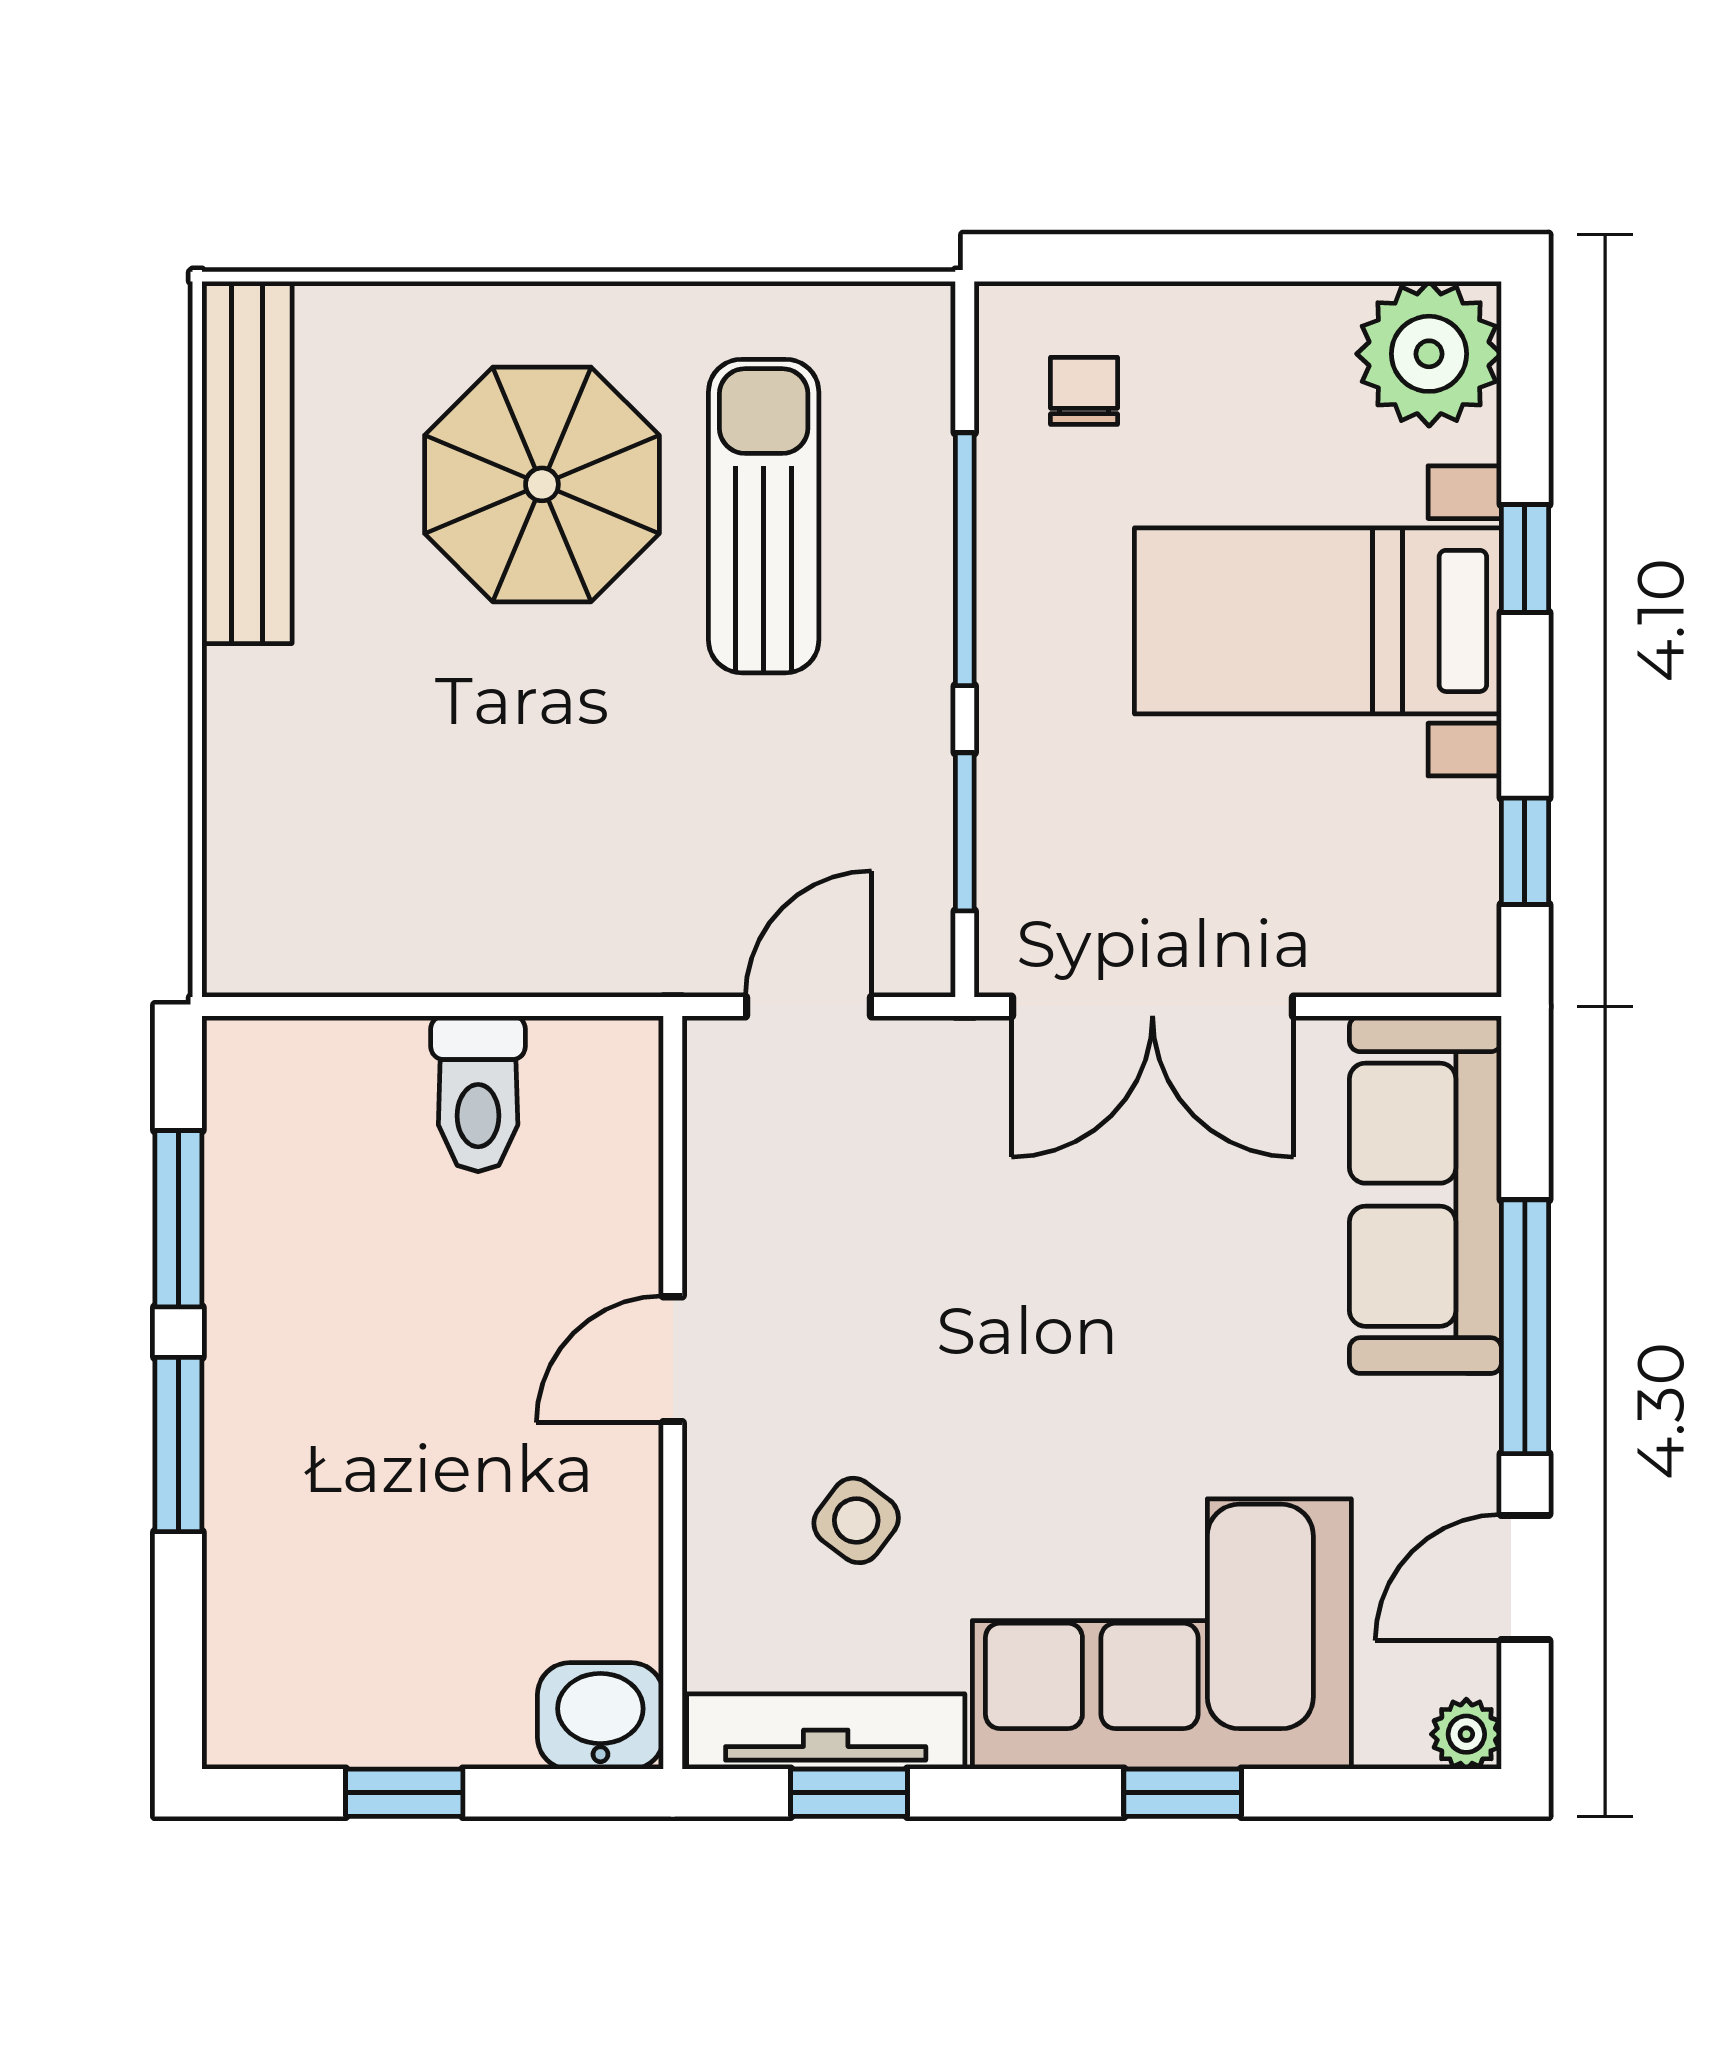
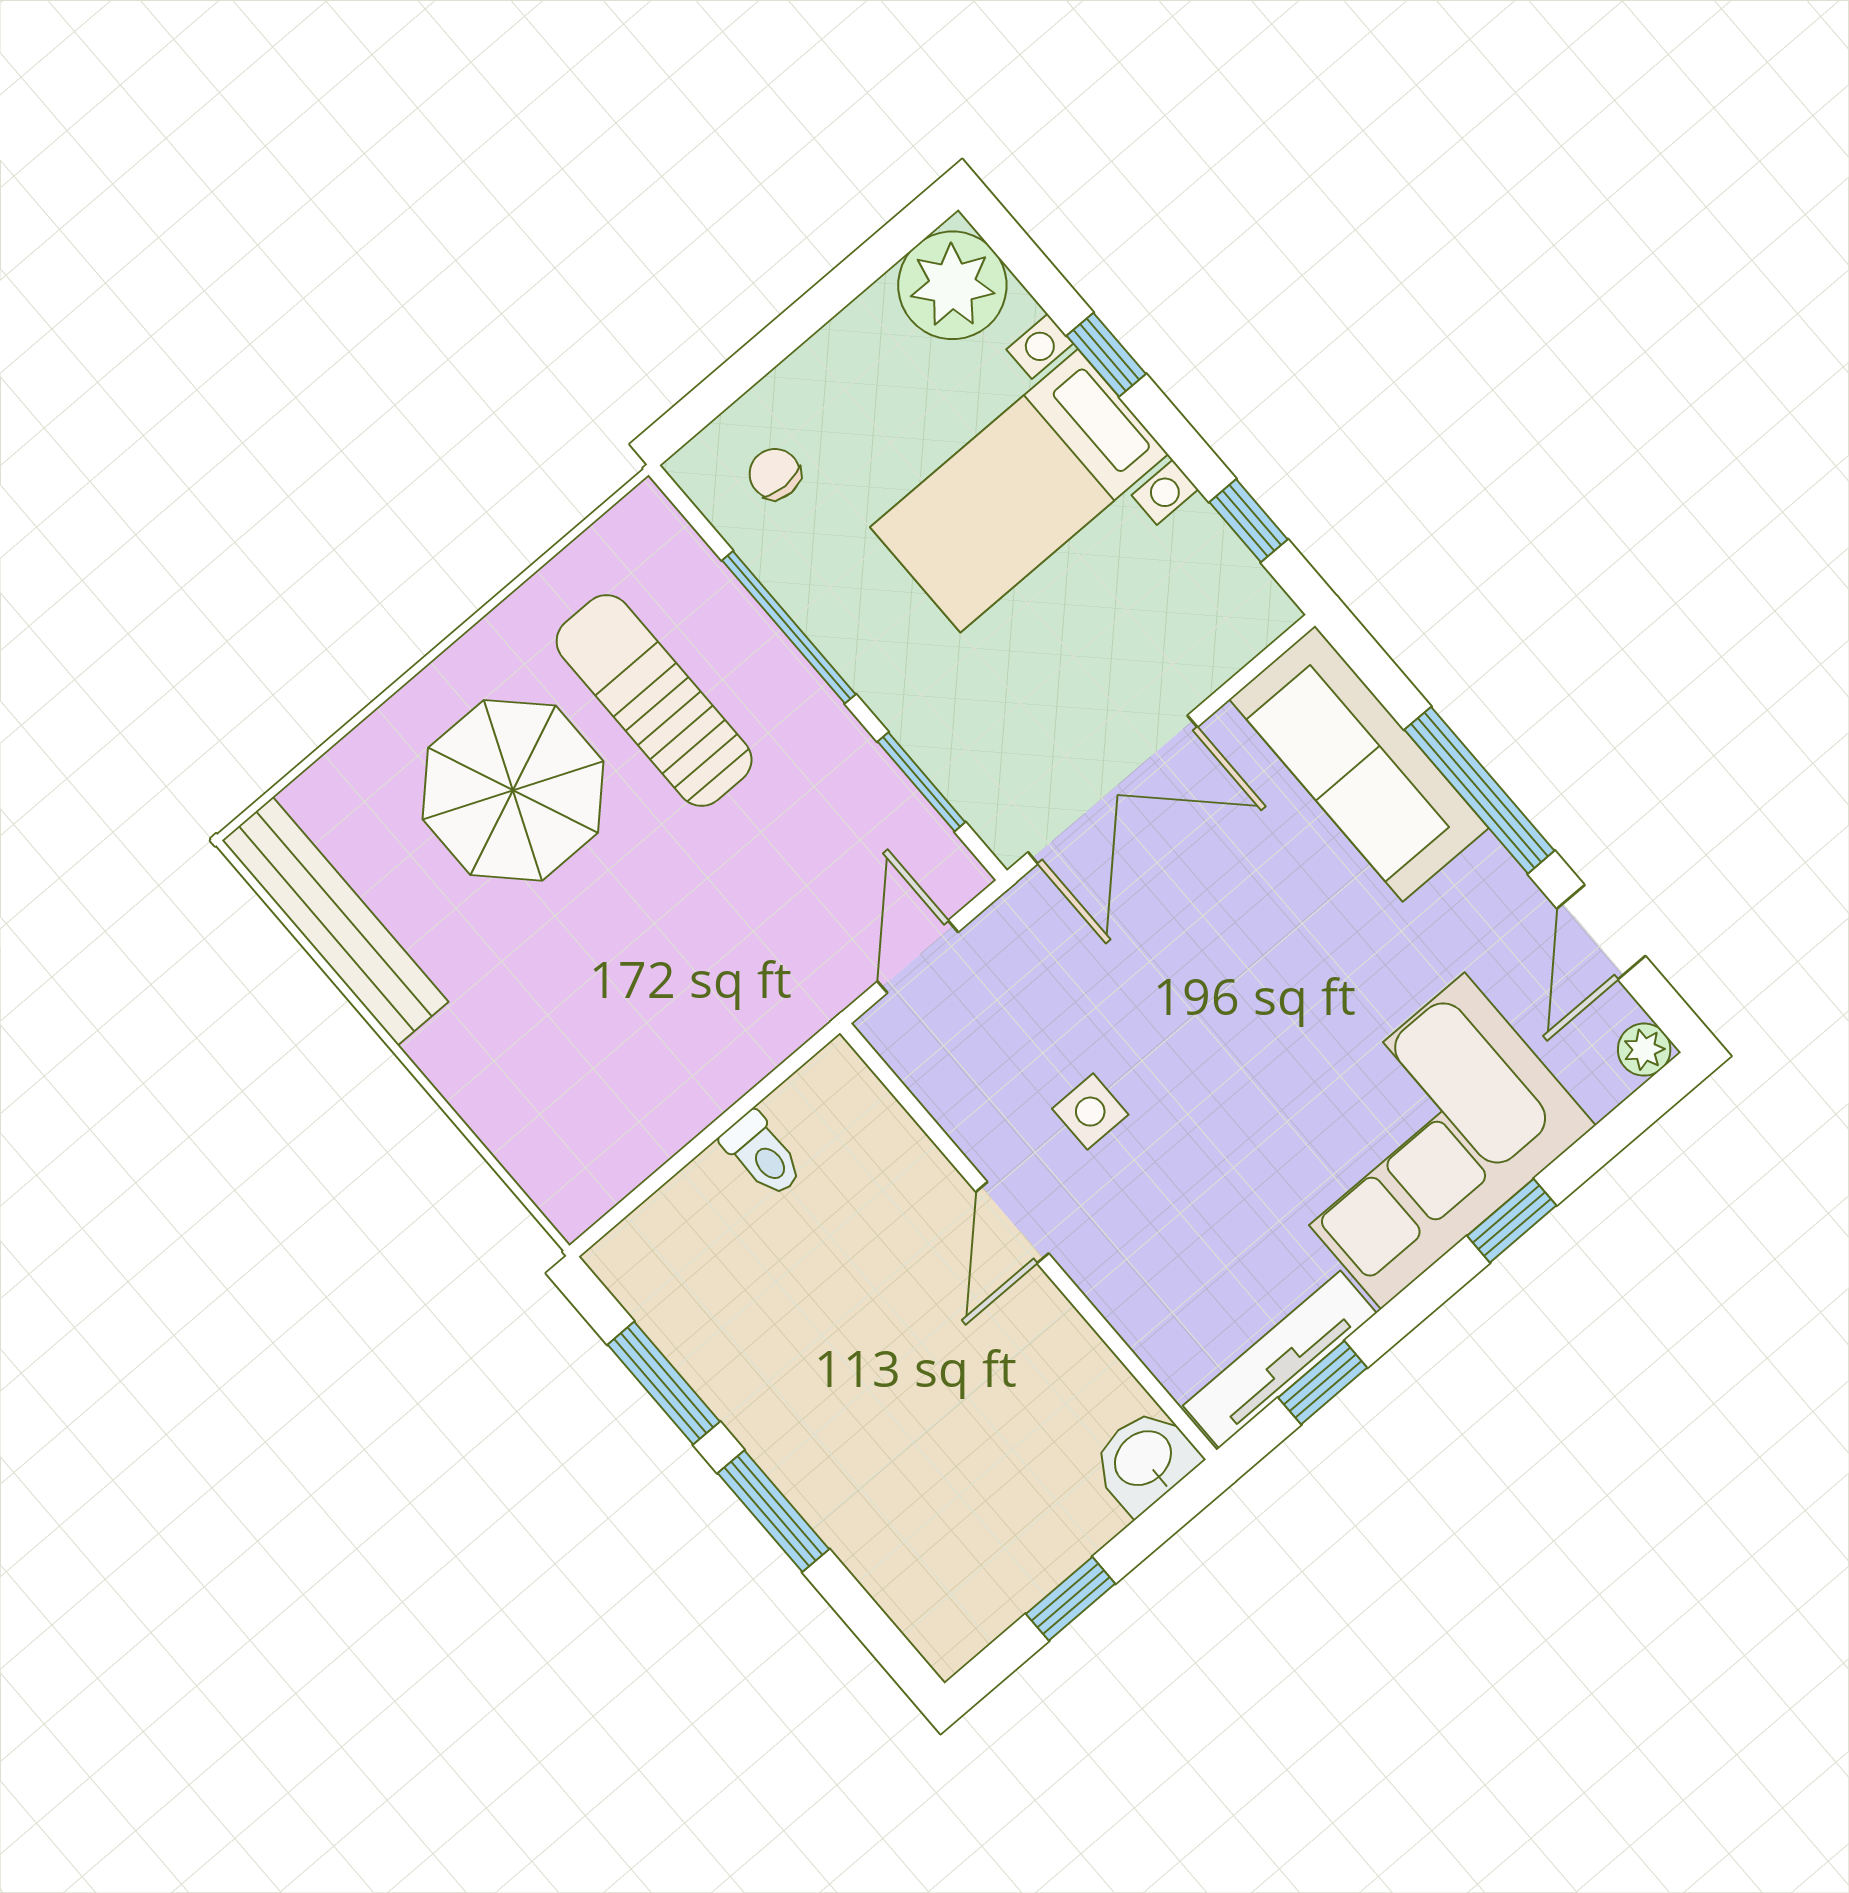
toilet: (478, 1094) -> (762, 1154), width x0.73, depth x0.72
side table: (856, 1520) -> (1090, 1112), moved, turned -37

